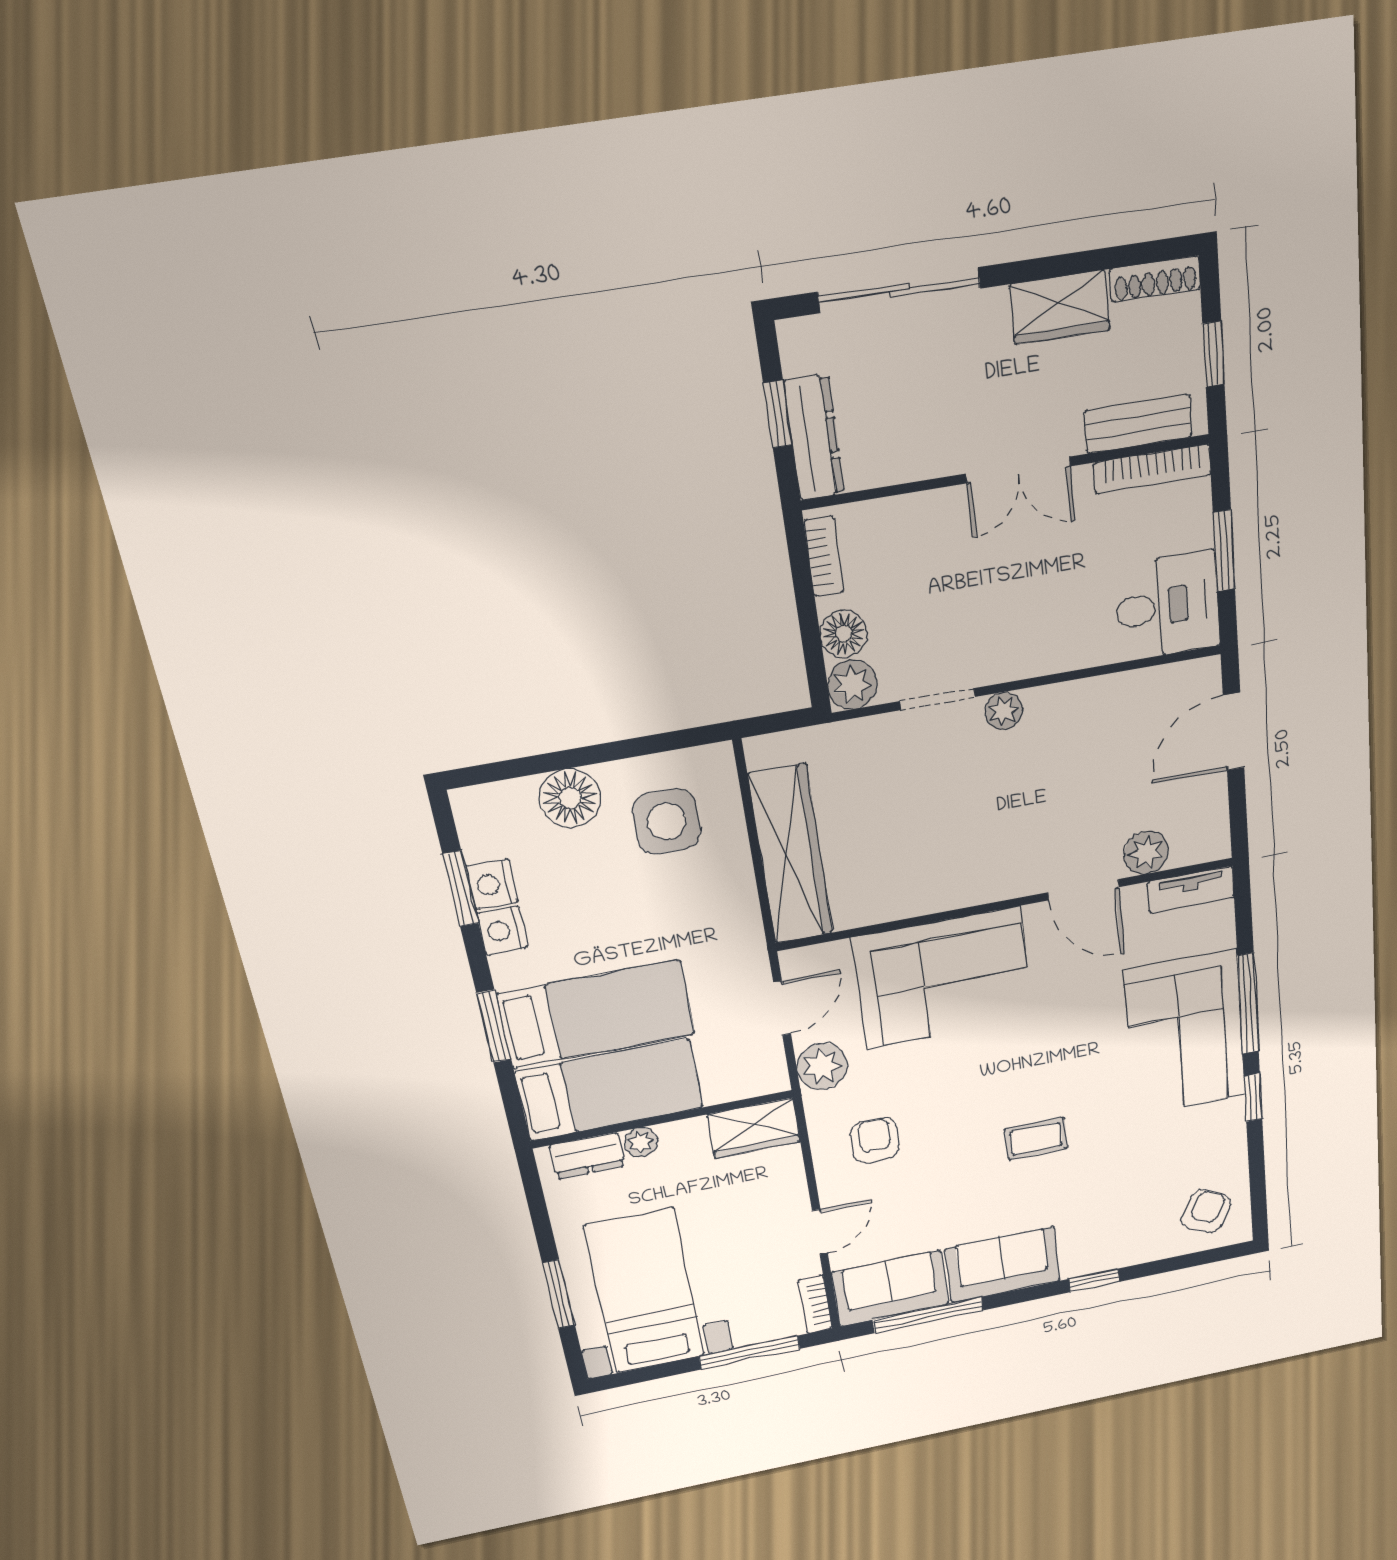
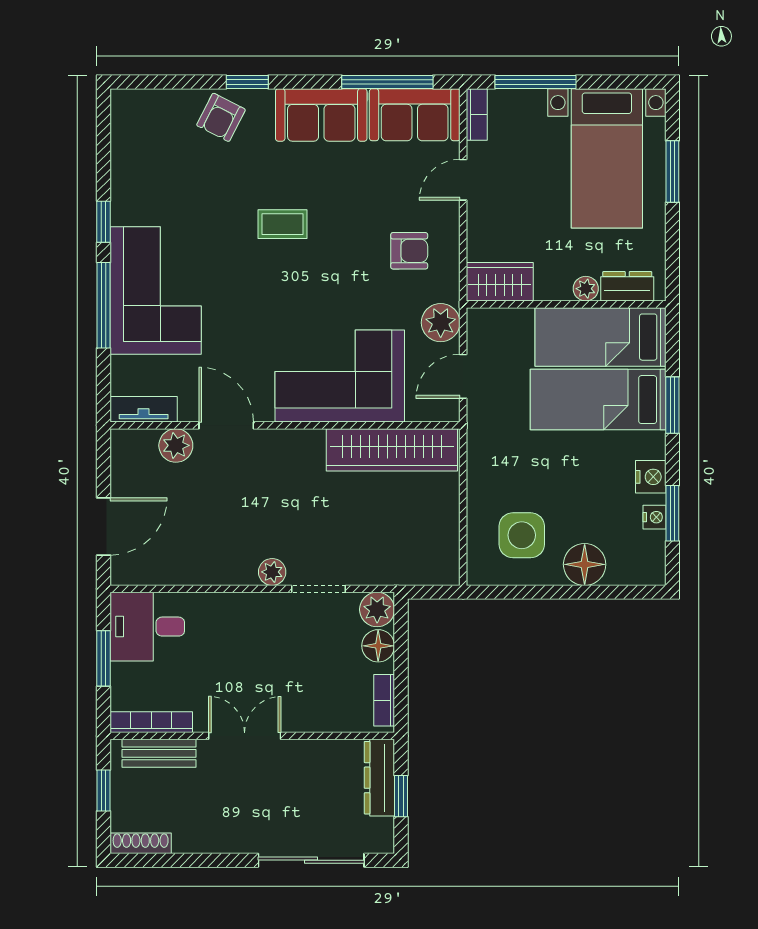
wardrobe: (1060, 307) -> (206, 835), removed
wardrobe: (791, 855) -> (392, 450), moved, turned -90
nightstand: (492, 884) -> (655, 517), width x0.72, depth x0.74
armchair: (875, 1140) -> (409, 251), turned -90
armchair: (1206, 1211) -> (221, 117), moved

